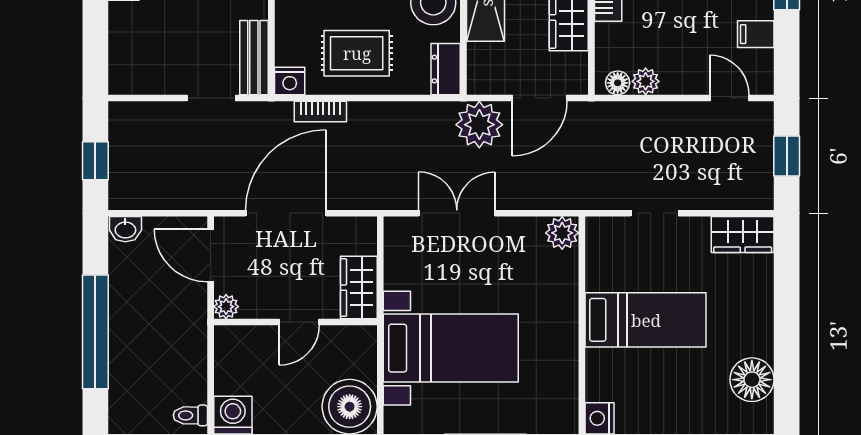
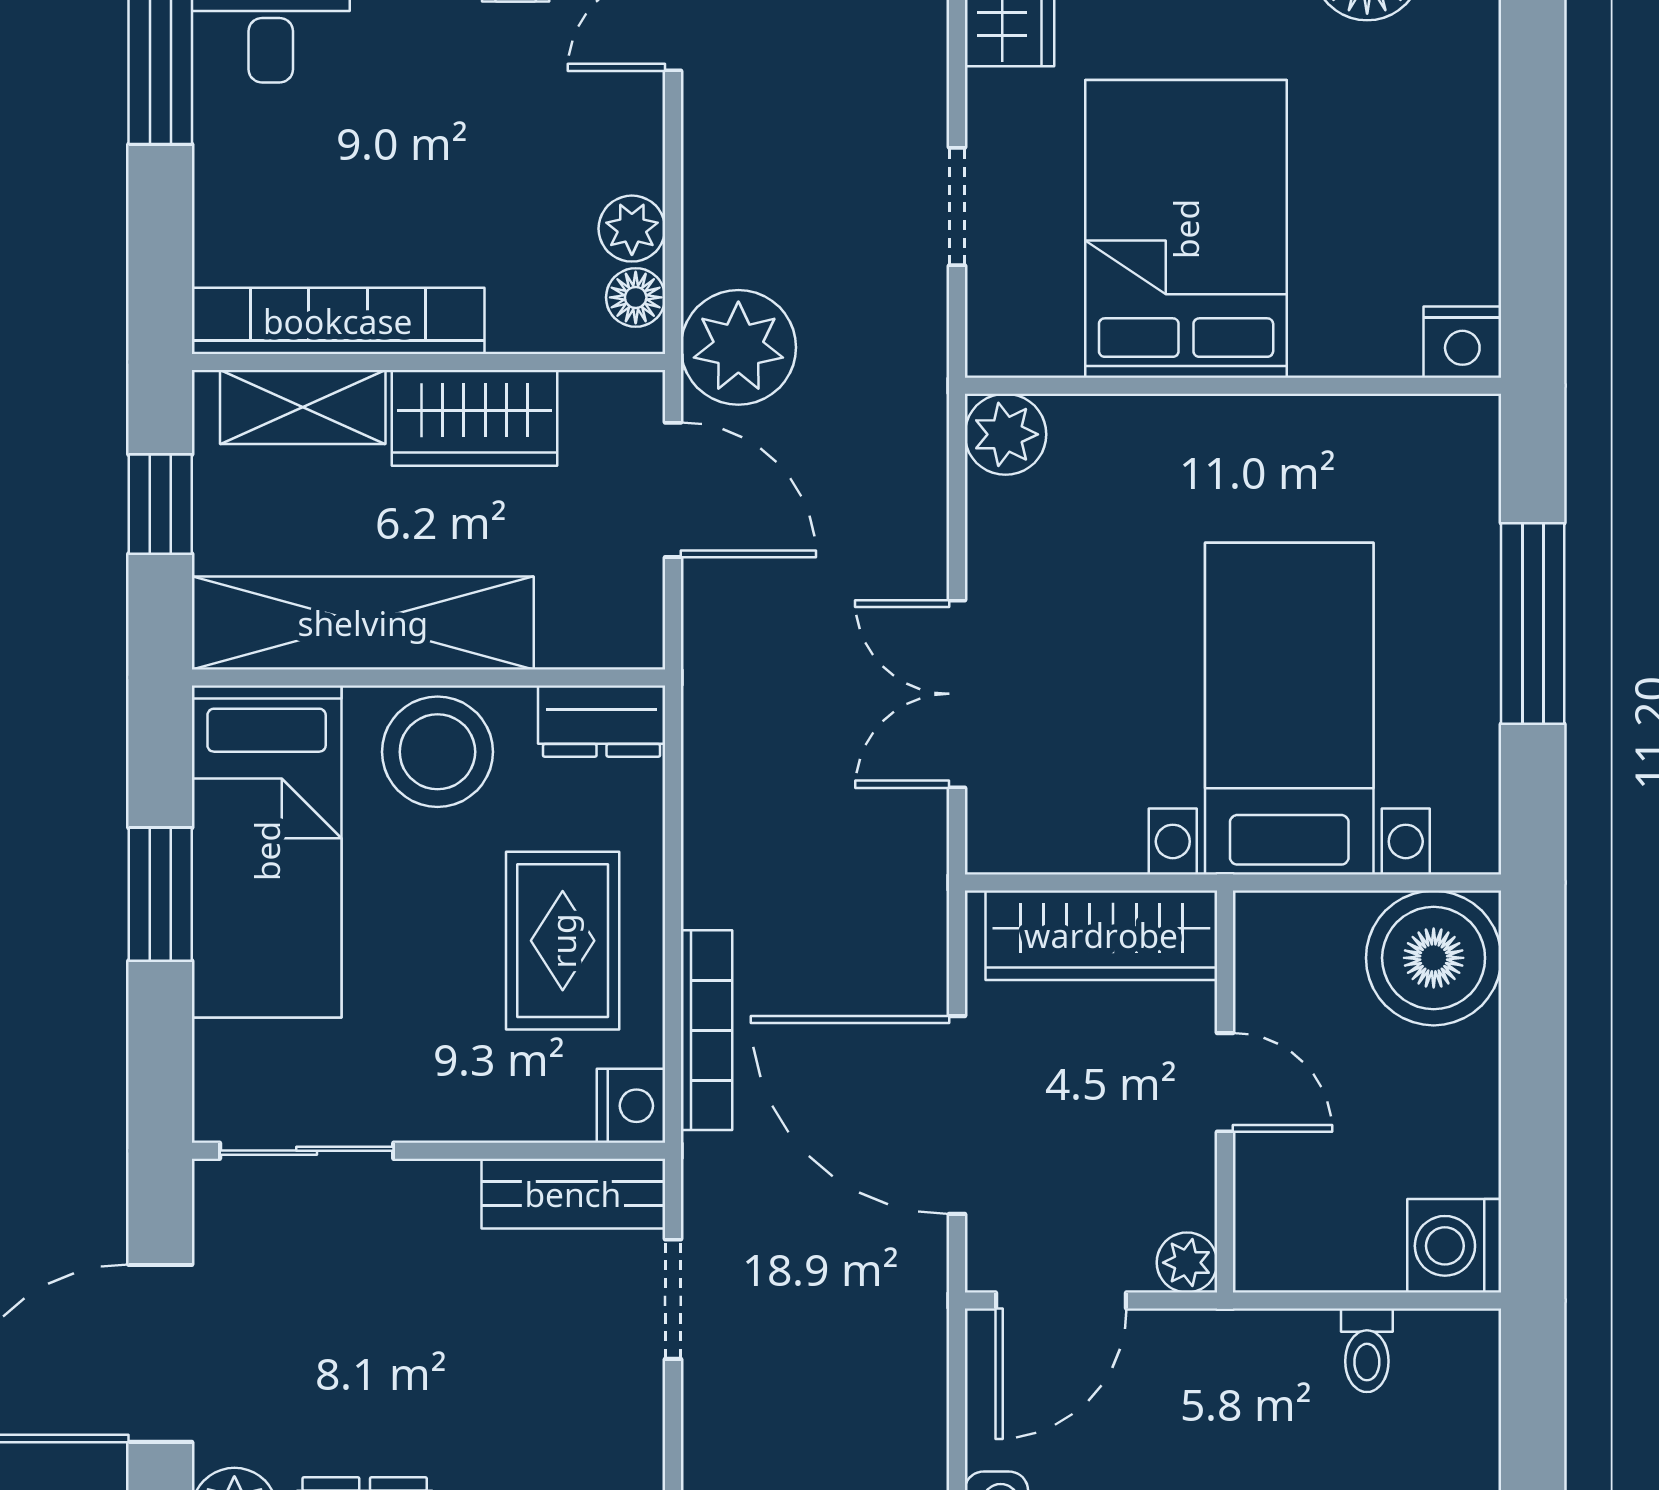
bookcase: (320, 112) -> (706, 1030), width x1.56
plant: (479, 125) -> (738, 347), moved
wardrobe: (359, 288) -> (1101, 935), width x1.50
bed: (646, 320) -> (1186, 229), width x1.50
toilet: (190, 415) -> (1367, 1350), moved

